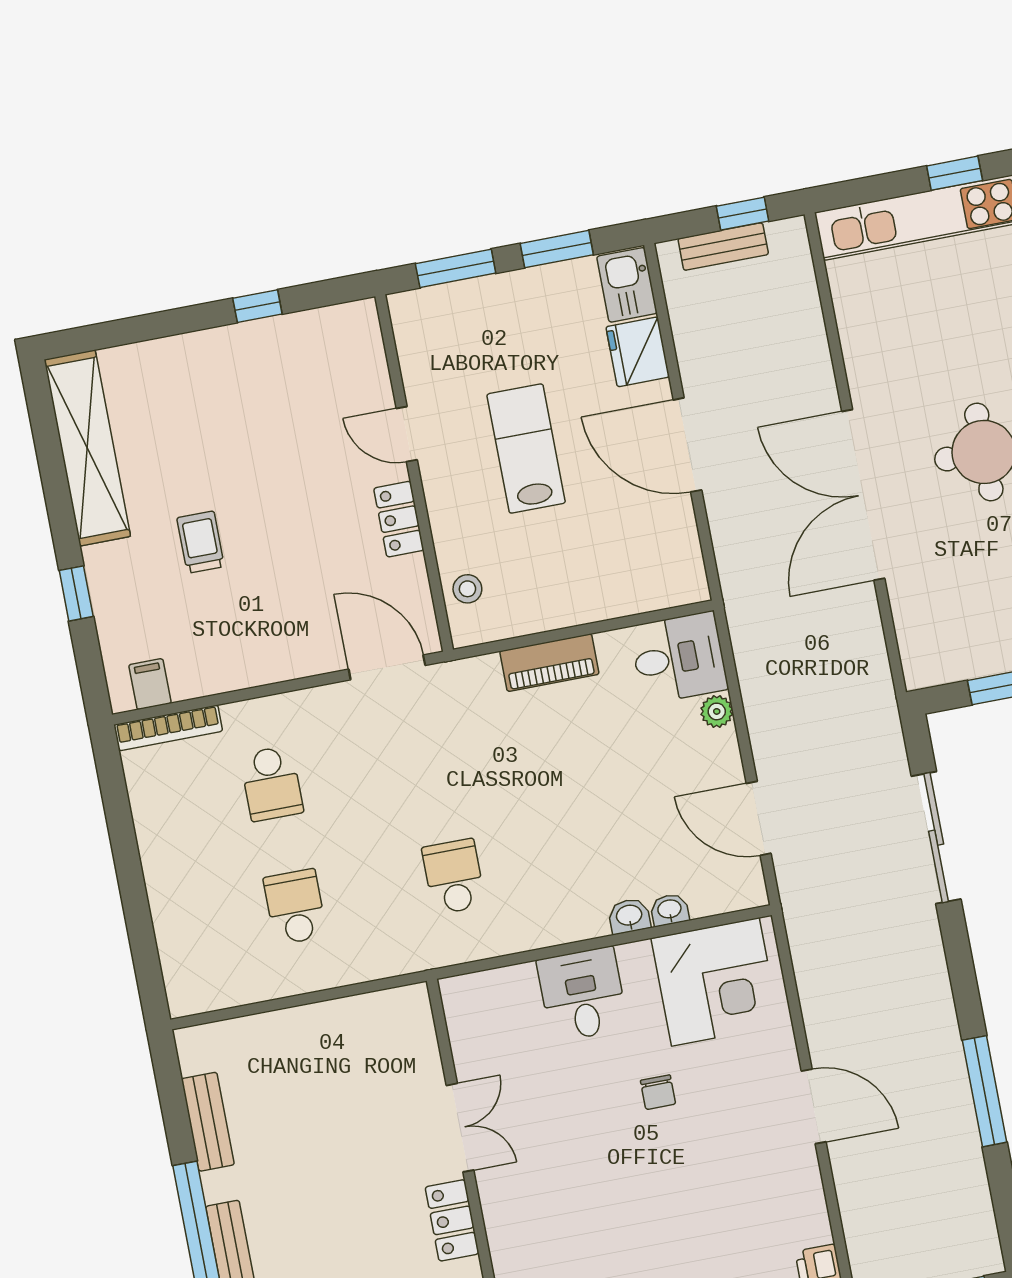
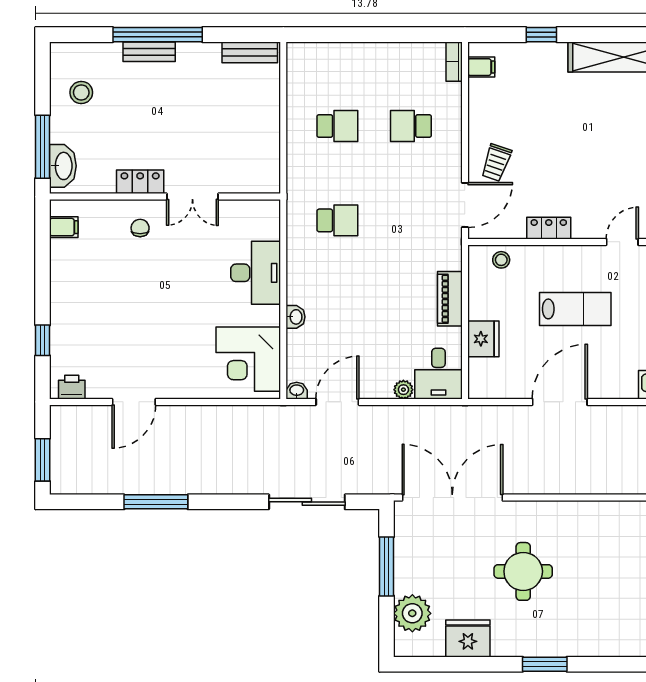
fridge: (638, 352) -> (483, 339), moved, turned 90
door: (407, 434) -> (622, 242), moved
double door: (863, 495) -> (452, 498), moved
trolley: (201, 542) -> (496, 163), moved, turned 109
bookcase: (168, 728) -> (454, 62), width x0.64
washbasin: (670, 910) -> (297, 391), moved, turned -90
desk: (582, 994) -> (256, 273), width x1.37
chair: (658, 1092) -> (140, 228), moved, turned 90
door: (814, 1106) -> (134, 402), moved
bench: (208, 1122) -> (250, 52), moved

